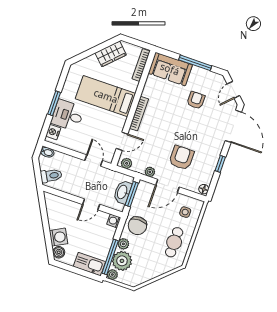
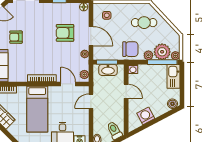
washing machine: (59, 237) -> (146, 116), moved
cafe table: (174, 242) -> (144, 23), moved

